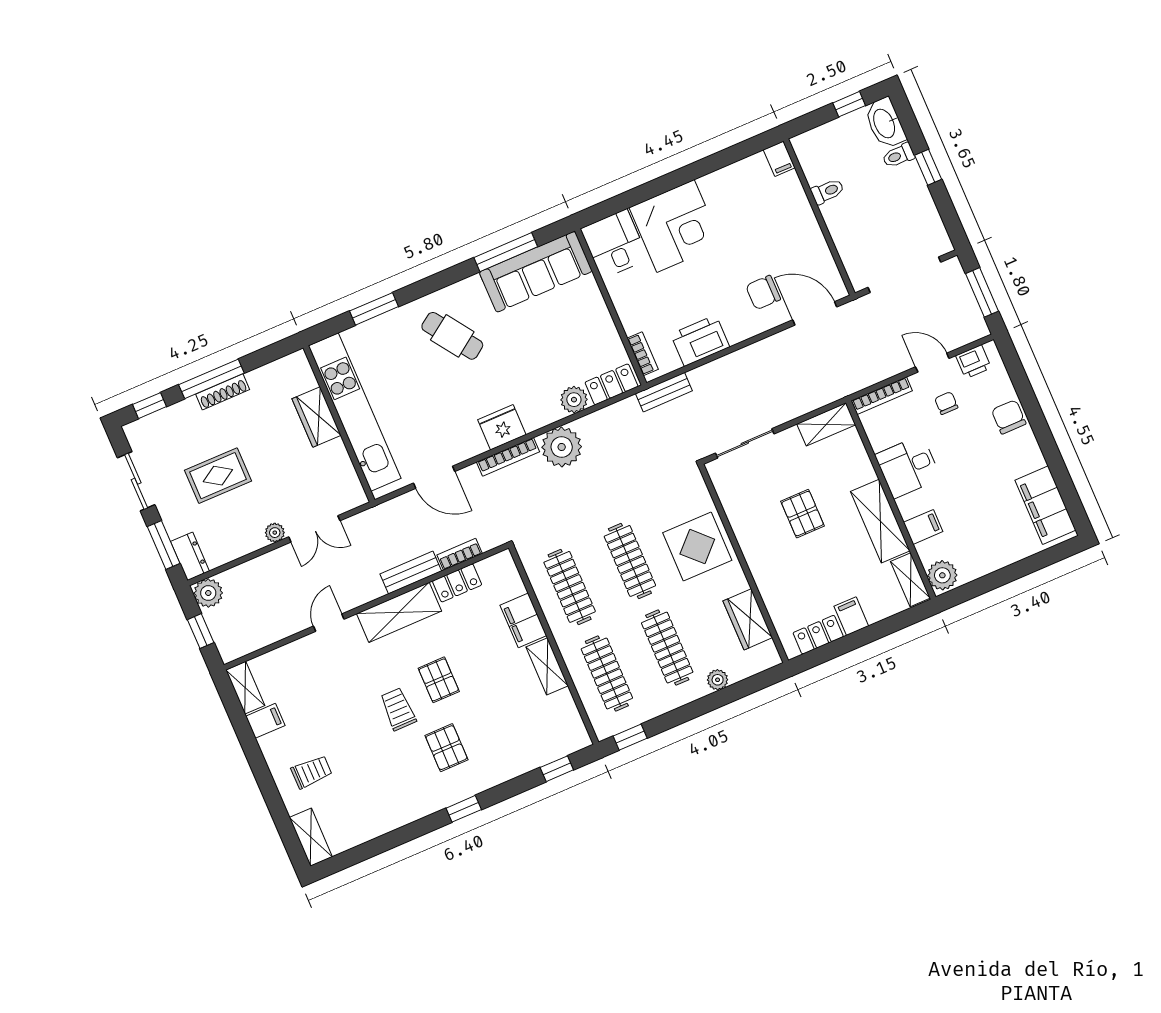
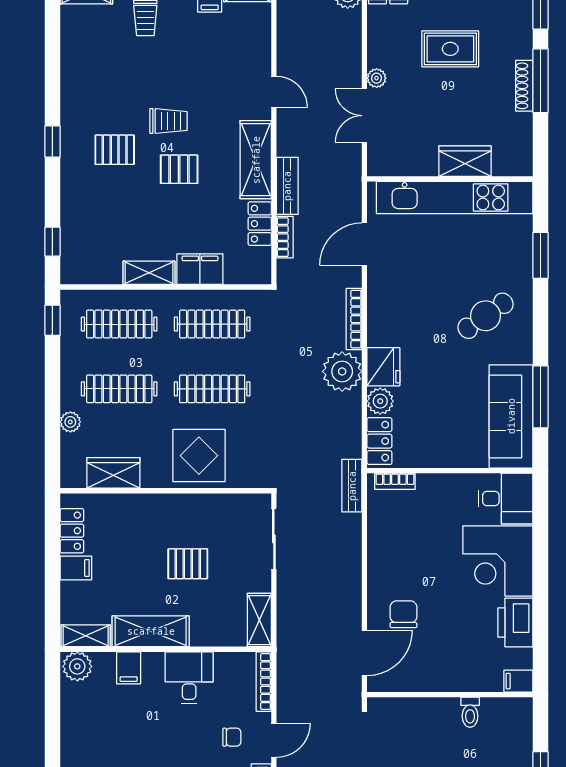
printer: (700, 341) -> (515, 622), moved, turned 180
fridge: (502, 427) -> (383, 367), moved
rug: (218, 476) -> (450, 49), turned 90

